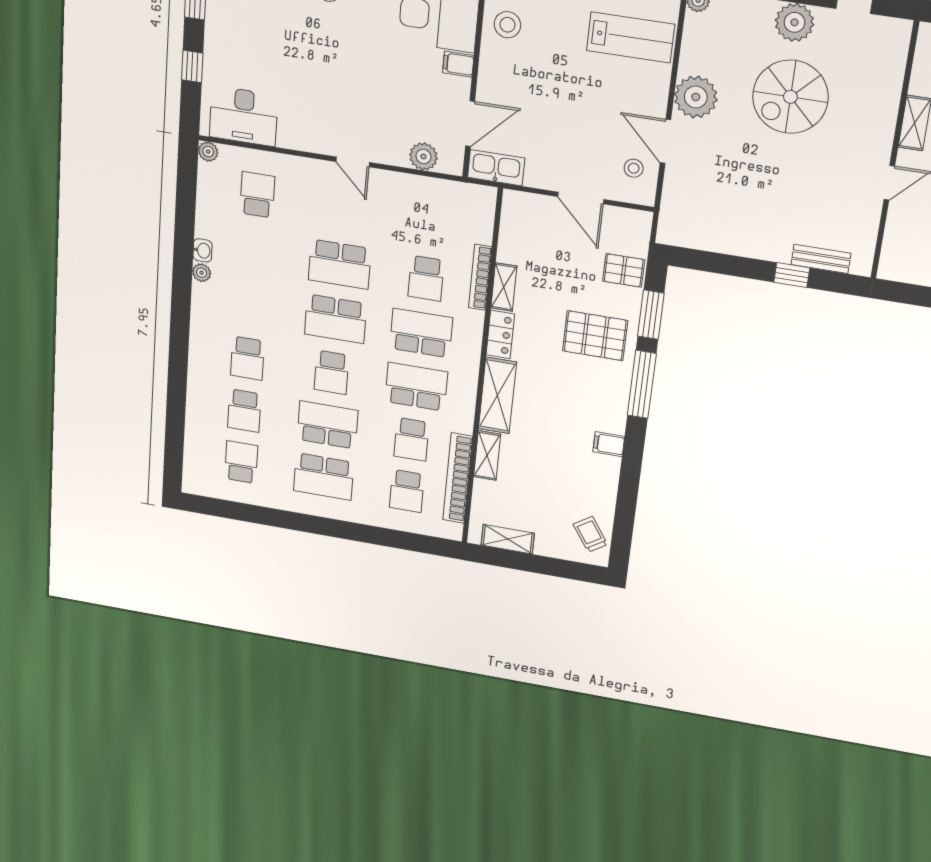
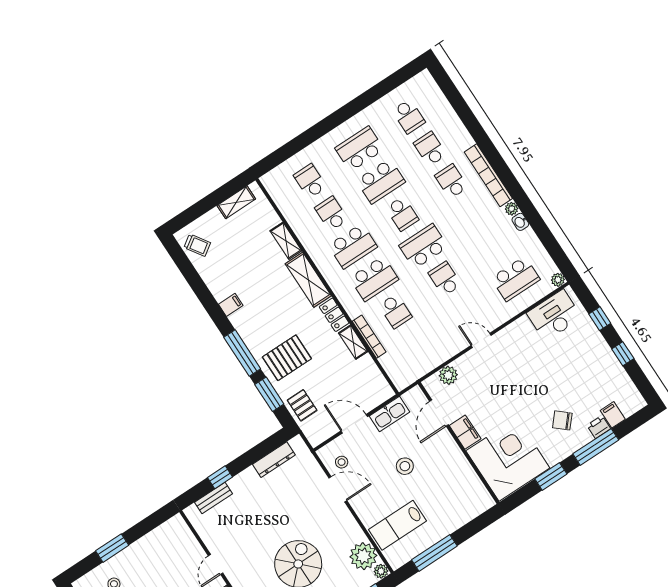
stool: (507, 25) -> (405, 466), moved
filing cabinet: (458, 64) -> (465, 432), width x2.00
plant: (696, 97) -> (363, 556), moved
kitchen sink: (496, 168) -> (389, 414), moved
school desk: (257, 195) -> (515, 279), width x1.85
dresser: (711, 240) -> (274, 460), added
school desk: (340, 264) -> (445, 279), width x0.54
pallet: (624, 270) -> (302, 405), turned 90
school desk: (426, 278) -> (395, 311), turned 180
school desk: (332, 372) -> (402, 214), turned 180
bookcase: (458, 478) -> (488, 175), moved, turned 180

